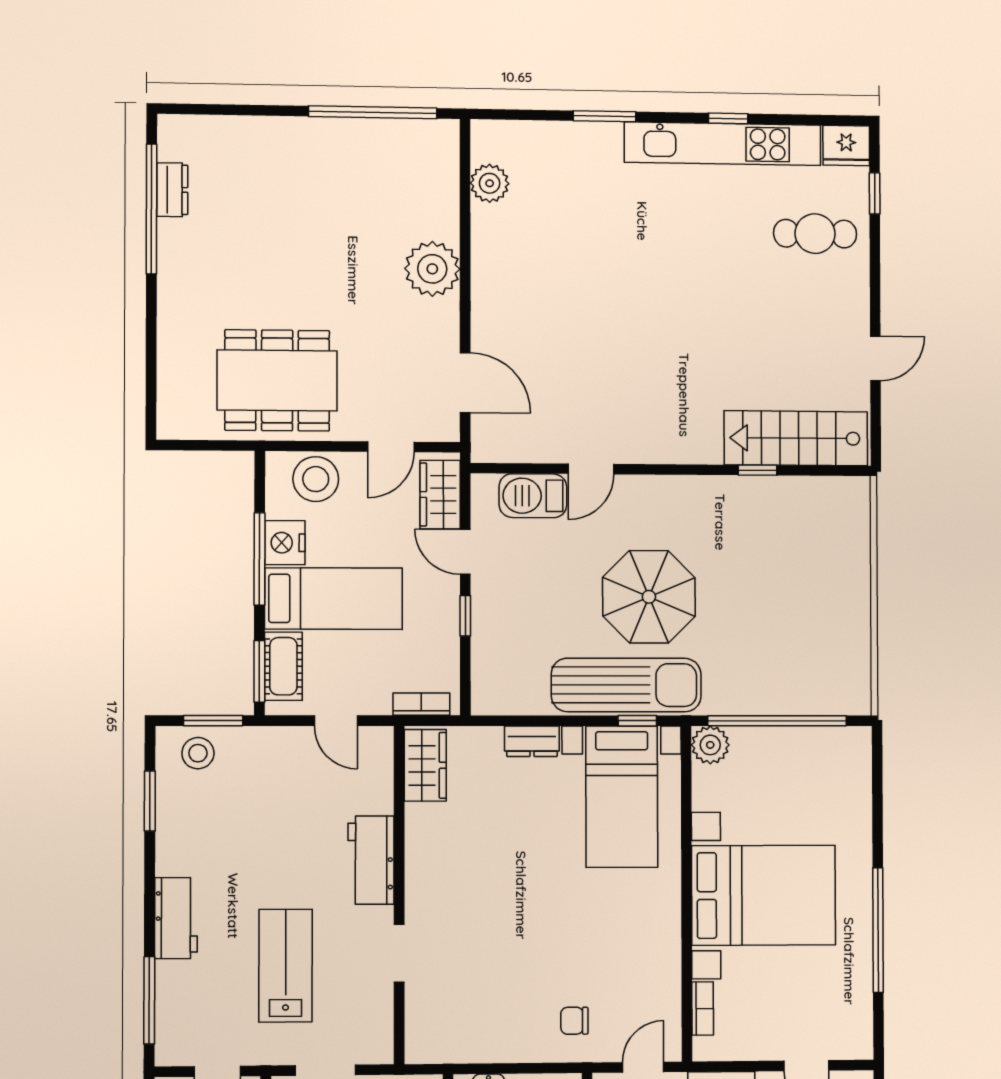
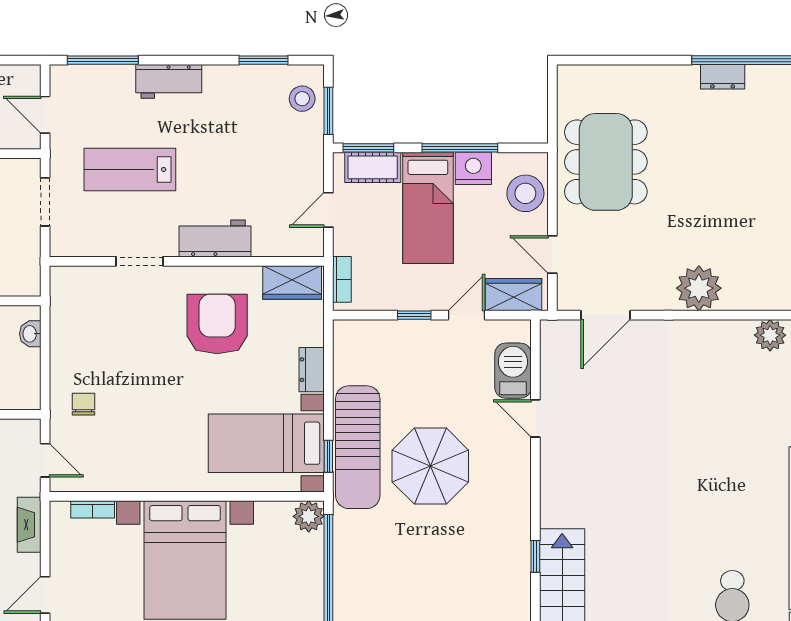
dresser: (172, 190) -> (723, 77), moved
armchair: (476, 857) -> (217, 324), added
lab bench: (286, 966) -> (130, 169), turned 180

